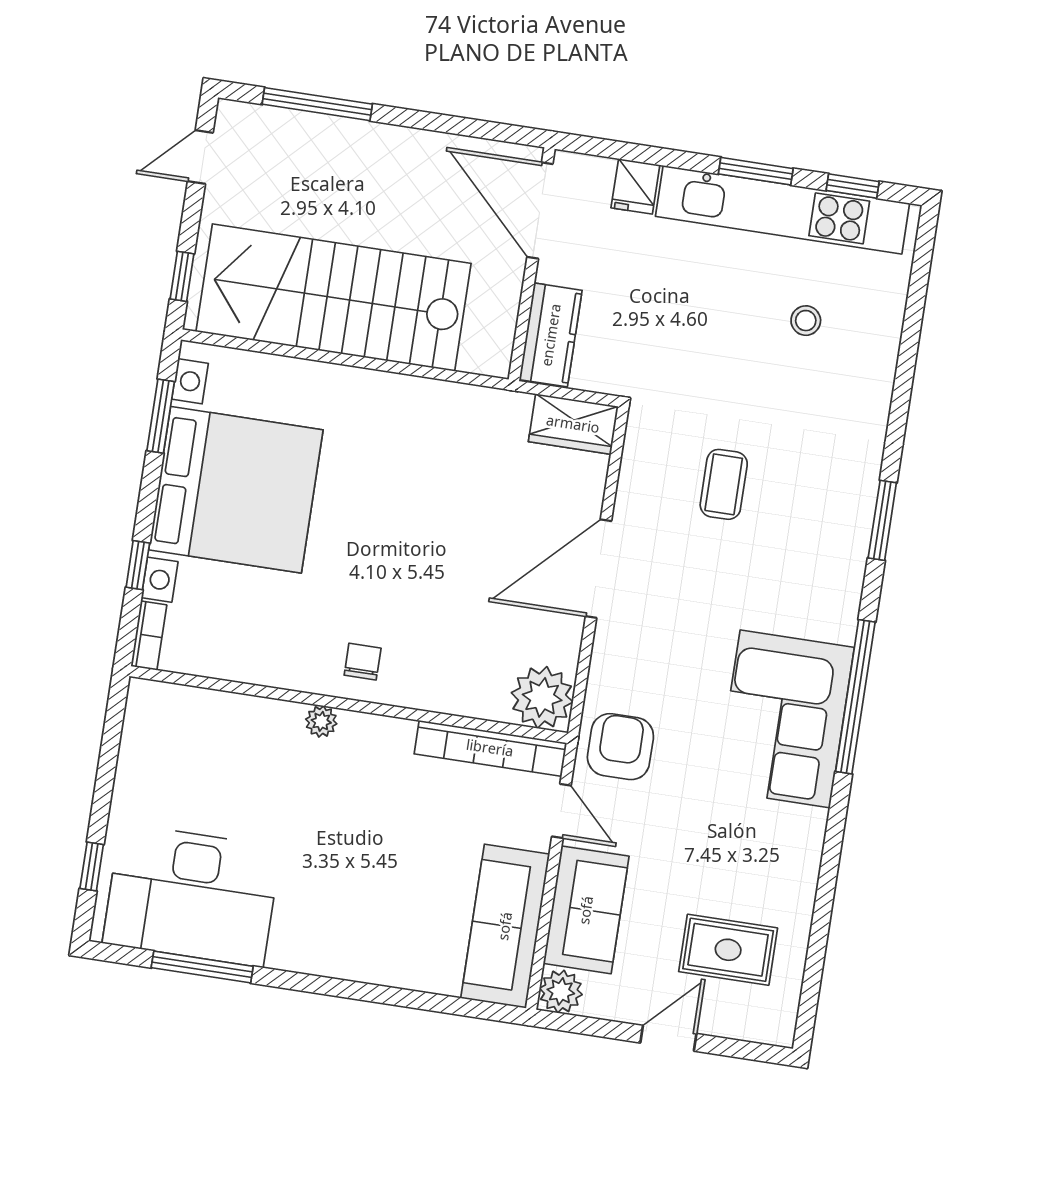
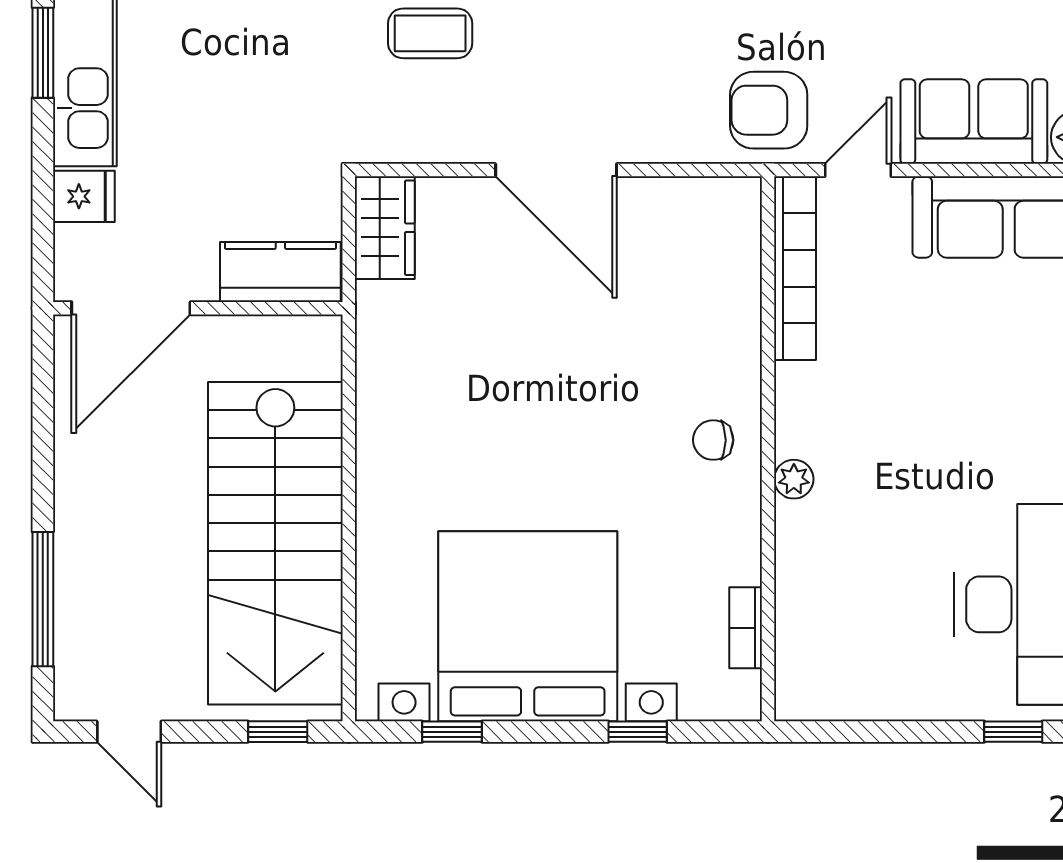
window: (161, 416) -> (452, 732), width x0.67
bookcase: (149, 636) -> (746, 628), moved, turned -90
plant: (542, 697) -> (723, 215), removed

